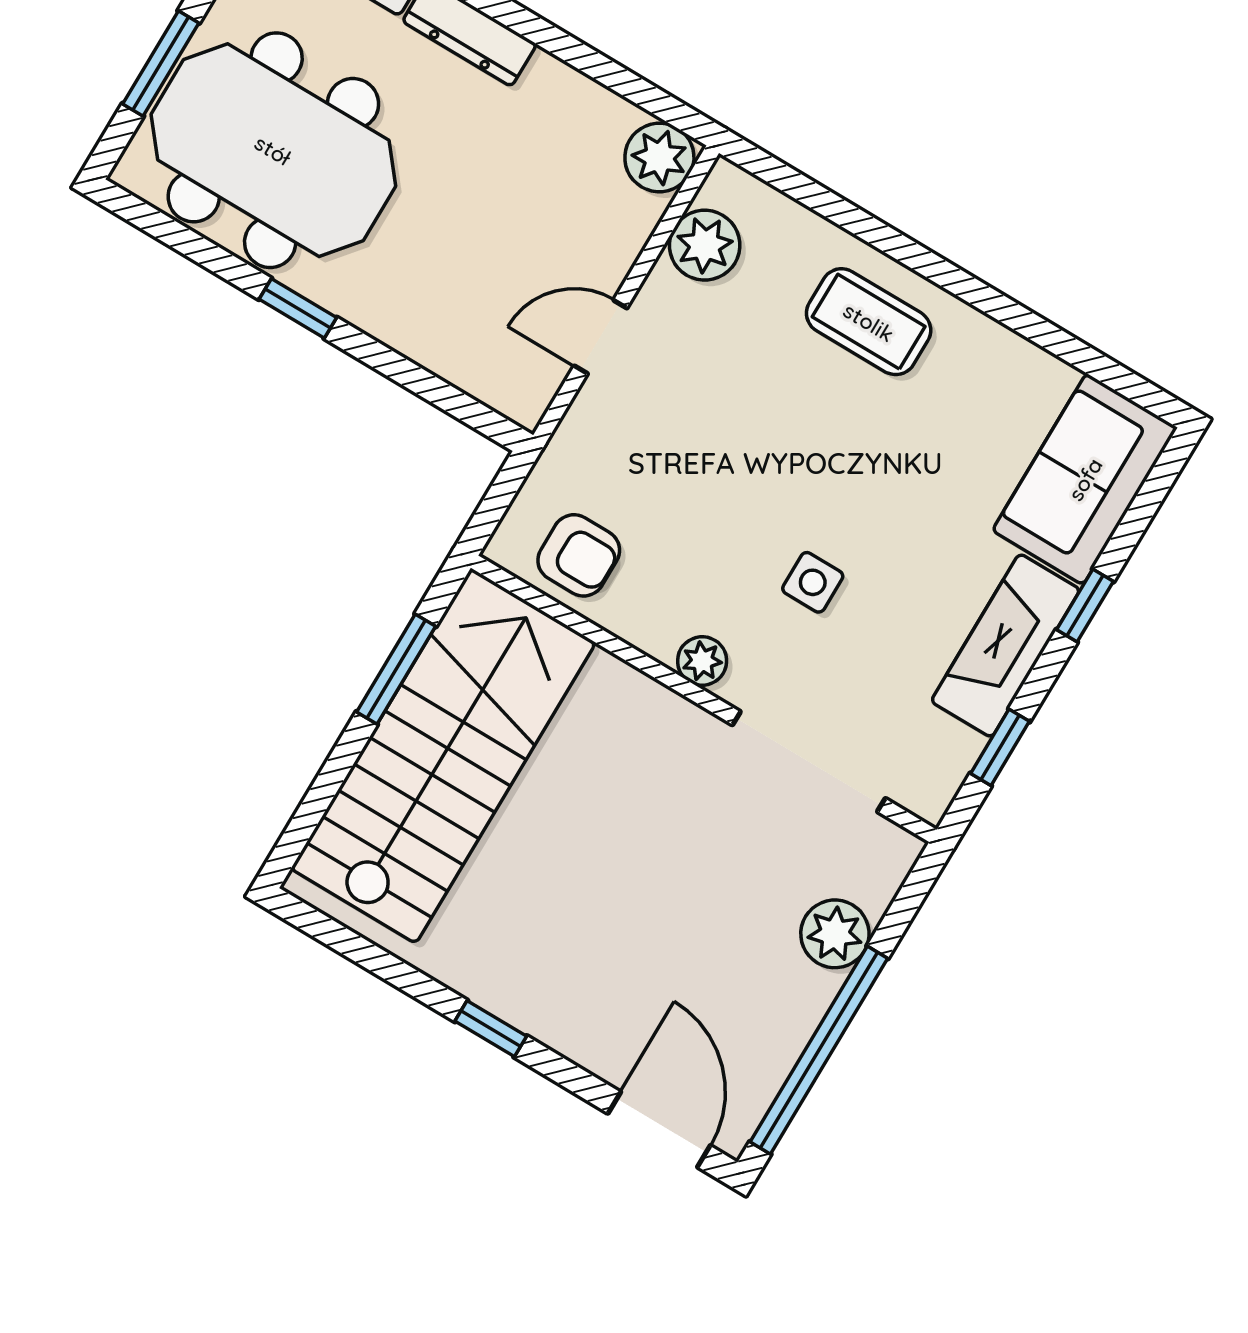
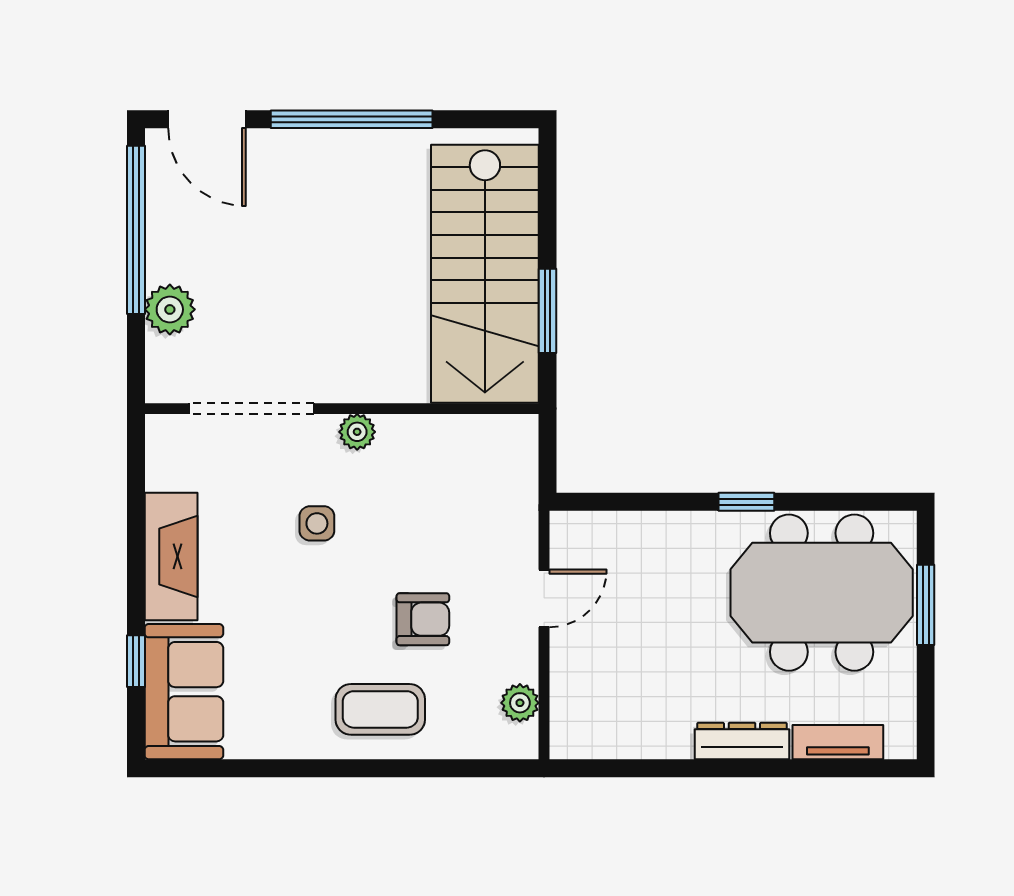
plant: (659, 158) -> (575, 734), removed
plant: (705, 245) -> (520, 703), width x0.73, depth x0.73
armchair: (579, 555) -> (423, 619), moved, turned 180
window: (1085, 606) -> (136, 661), moved
window: (1000, 747) -> (136, 490), removed
window: (491, 1029) -> (352, 119), width x3.17

